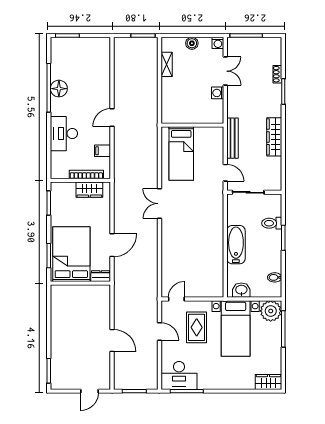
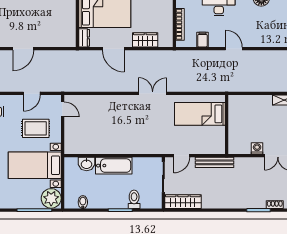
wardrobe: (274, 137) -> (183, 202), moved
wardrobe: (89, 190) -> (145, 40), moved, turned 90
washbasin: (241, 290) -> (87, 164), moved, turned 90

